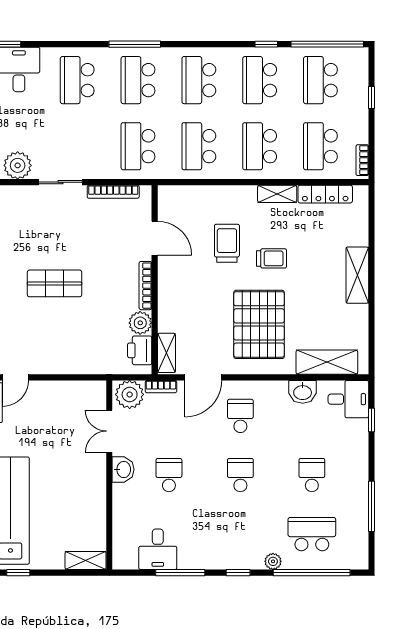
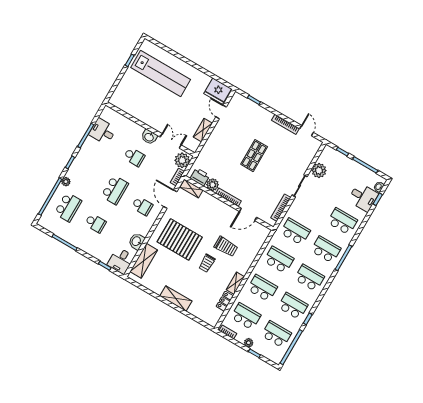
plant: (360, 117) -> (249, 343), added
locker: (325, 194) -> (225, 301), width x0.66
school desk: (240, 475) -> (115, 190), width x1.85
shelving: (86, 561) -> (203, 130), moved

